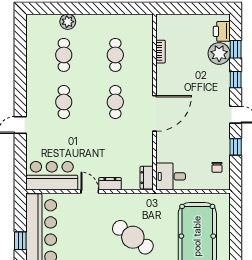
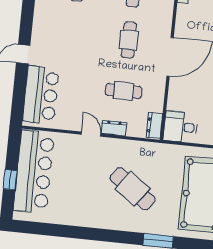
cafe table: (64, 102) -> (123, 91), moved, turned 90
bar counter: (52, 176) -> (41, 95), moved, turned 90

